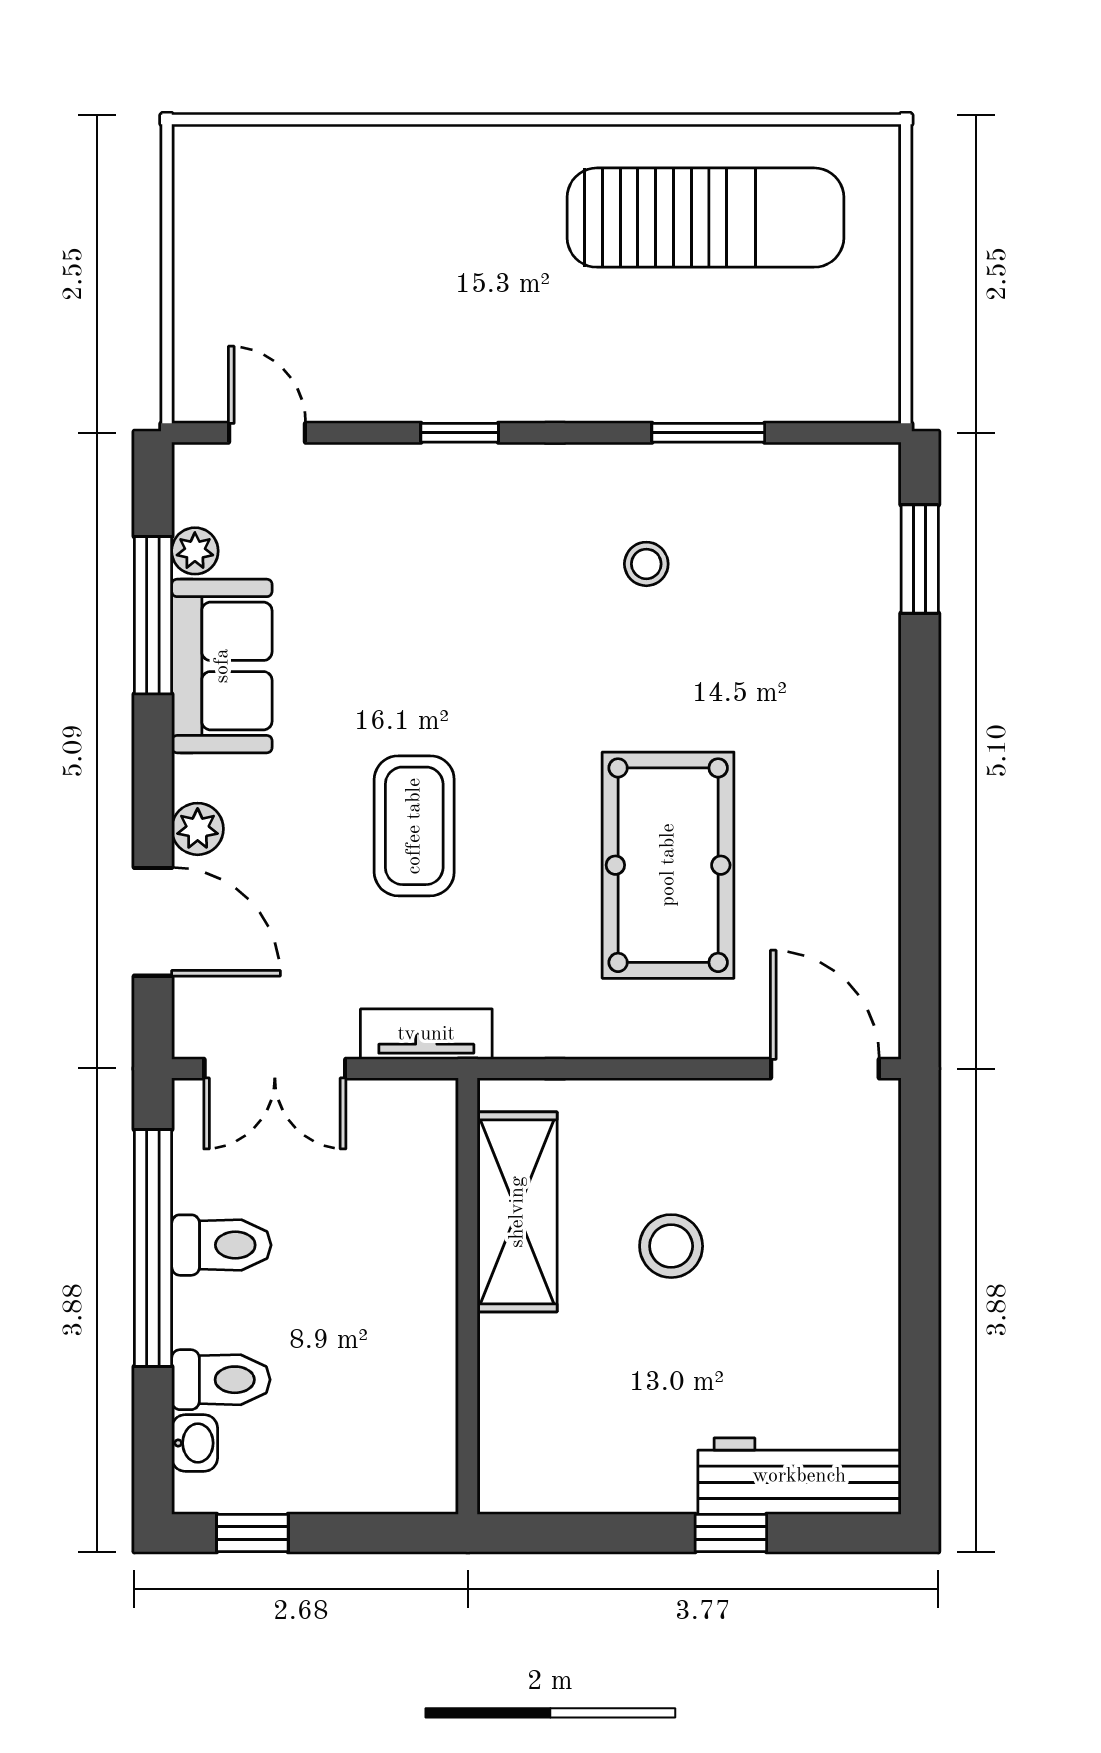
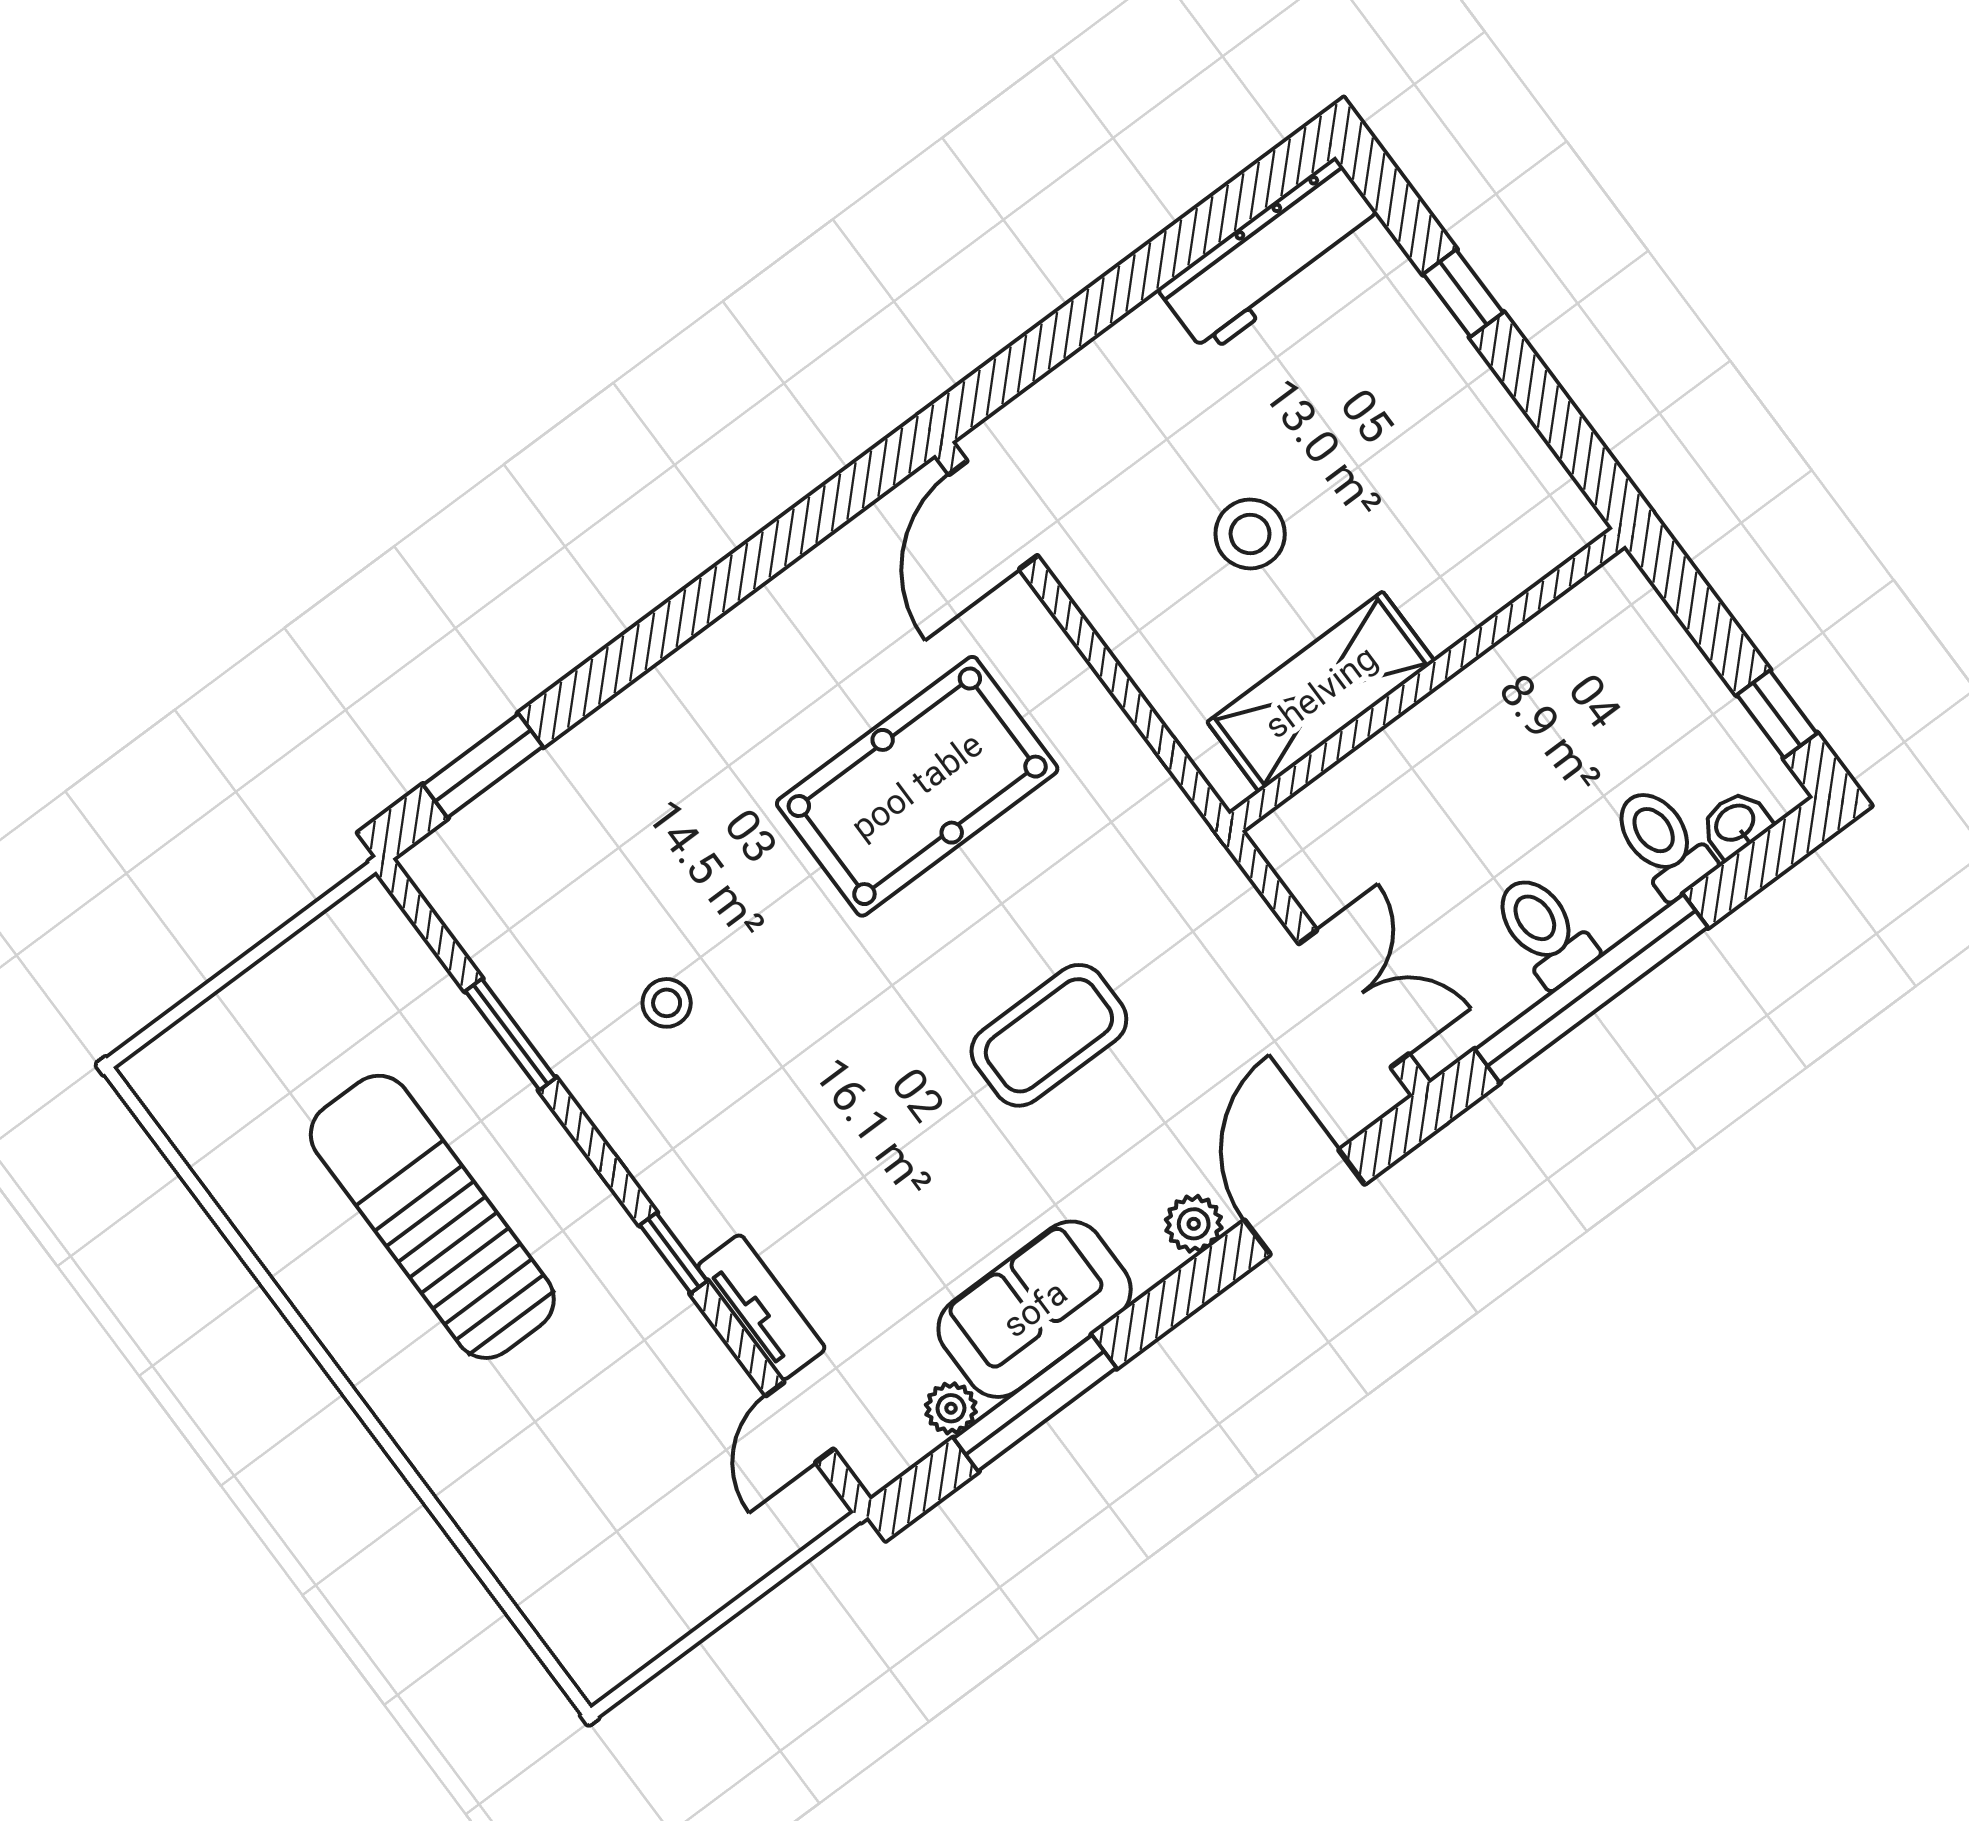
sun lounger: (705, 218) -> (432, 1217), moved
tv unit: (426, 1034) -> (761, 1307), moved, turned 180
workbench: (799, 1476) -> (1271, 256), moved, turned -90

